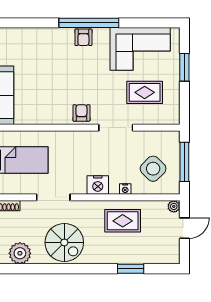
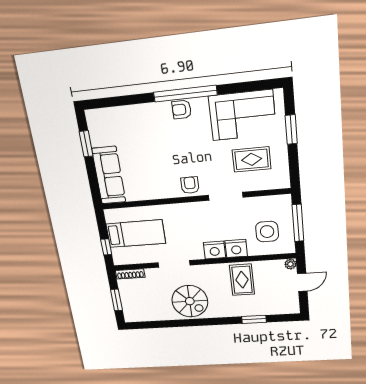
armchair: (83, 37) -> (182, 109), turned 90
side table: (153, 169) -> (267, 232), turned 45
nightstand: (125, 189) -> (236, 248), width x1.89, depth x1.79
rug: (123, 221) -> (242, 280), turned 90
plant: (20, 253) -> (151, 312), removed

